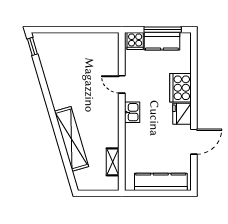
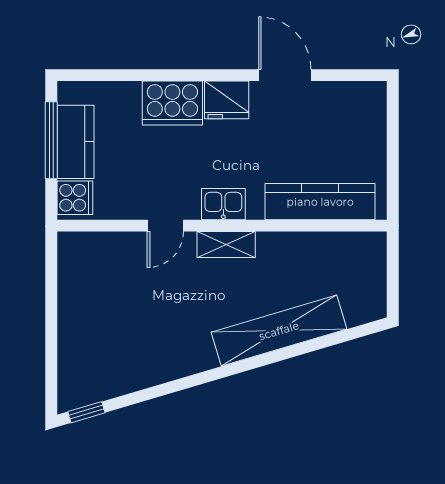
shelving: (113, 162) -> (226, 245), moved
kitchen counter: (161, 182) -> (320, 202), moved, turned 90

